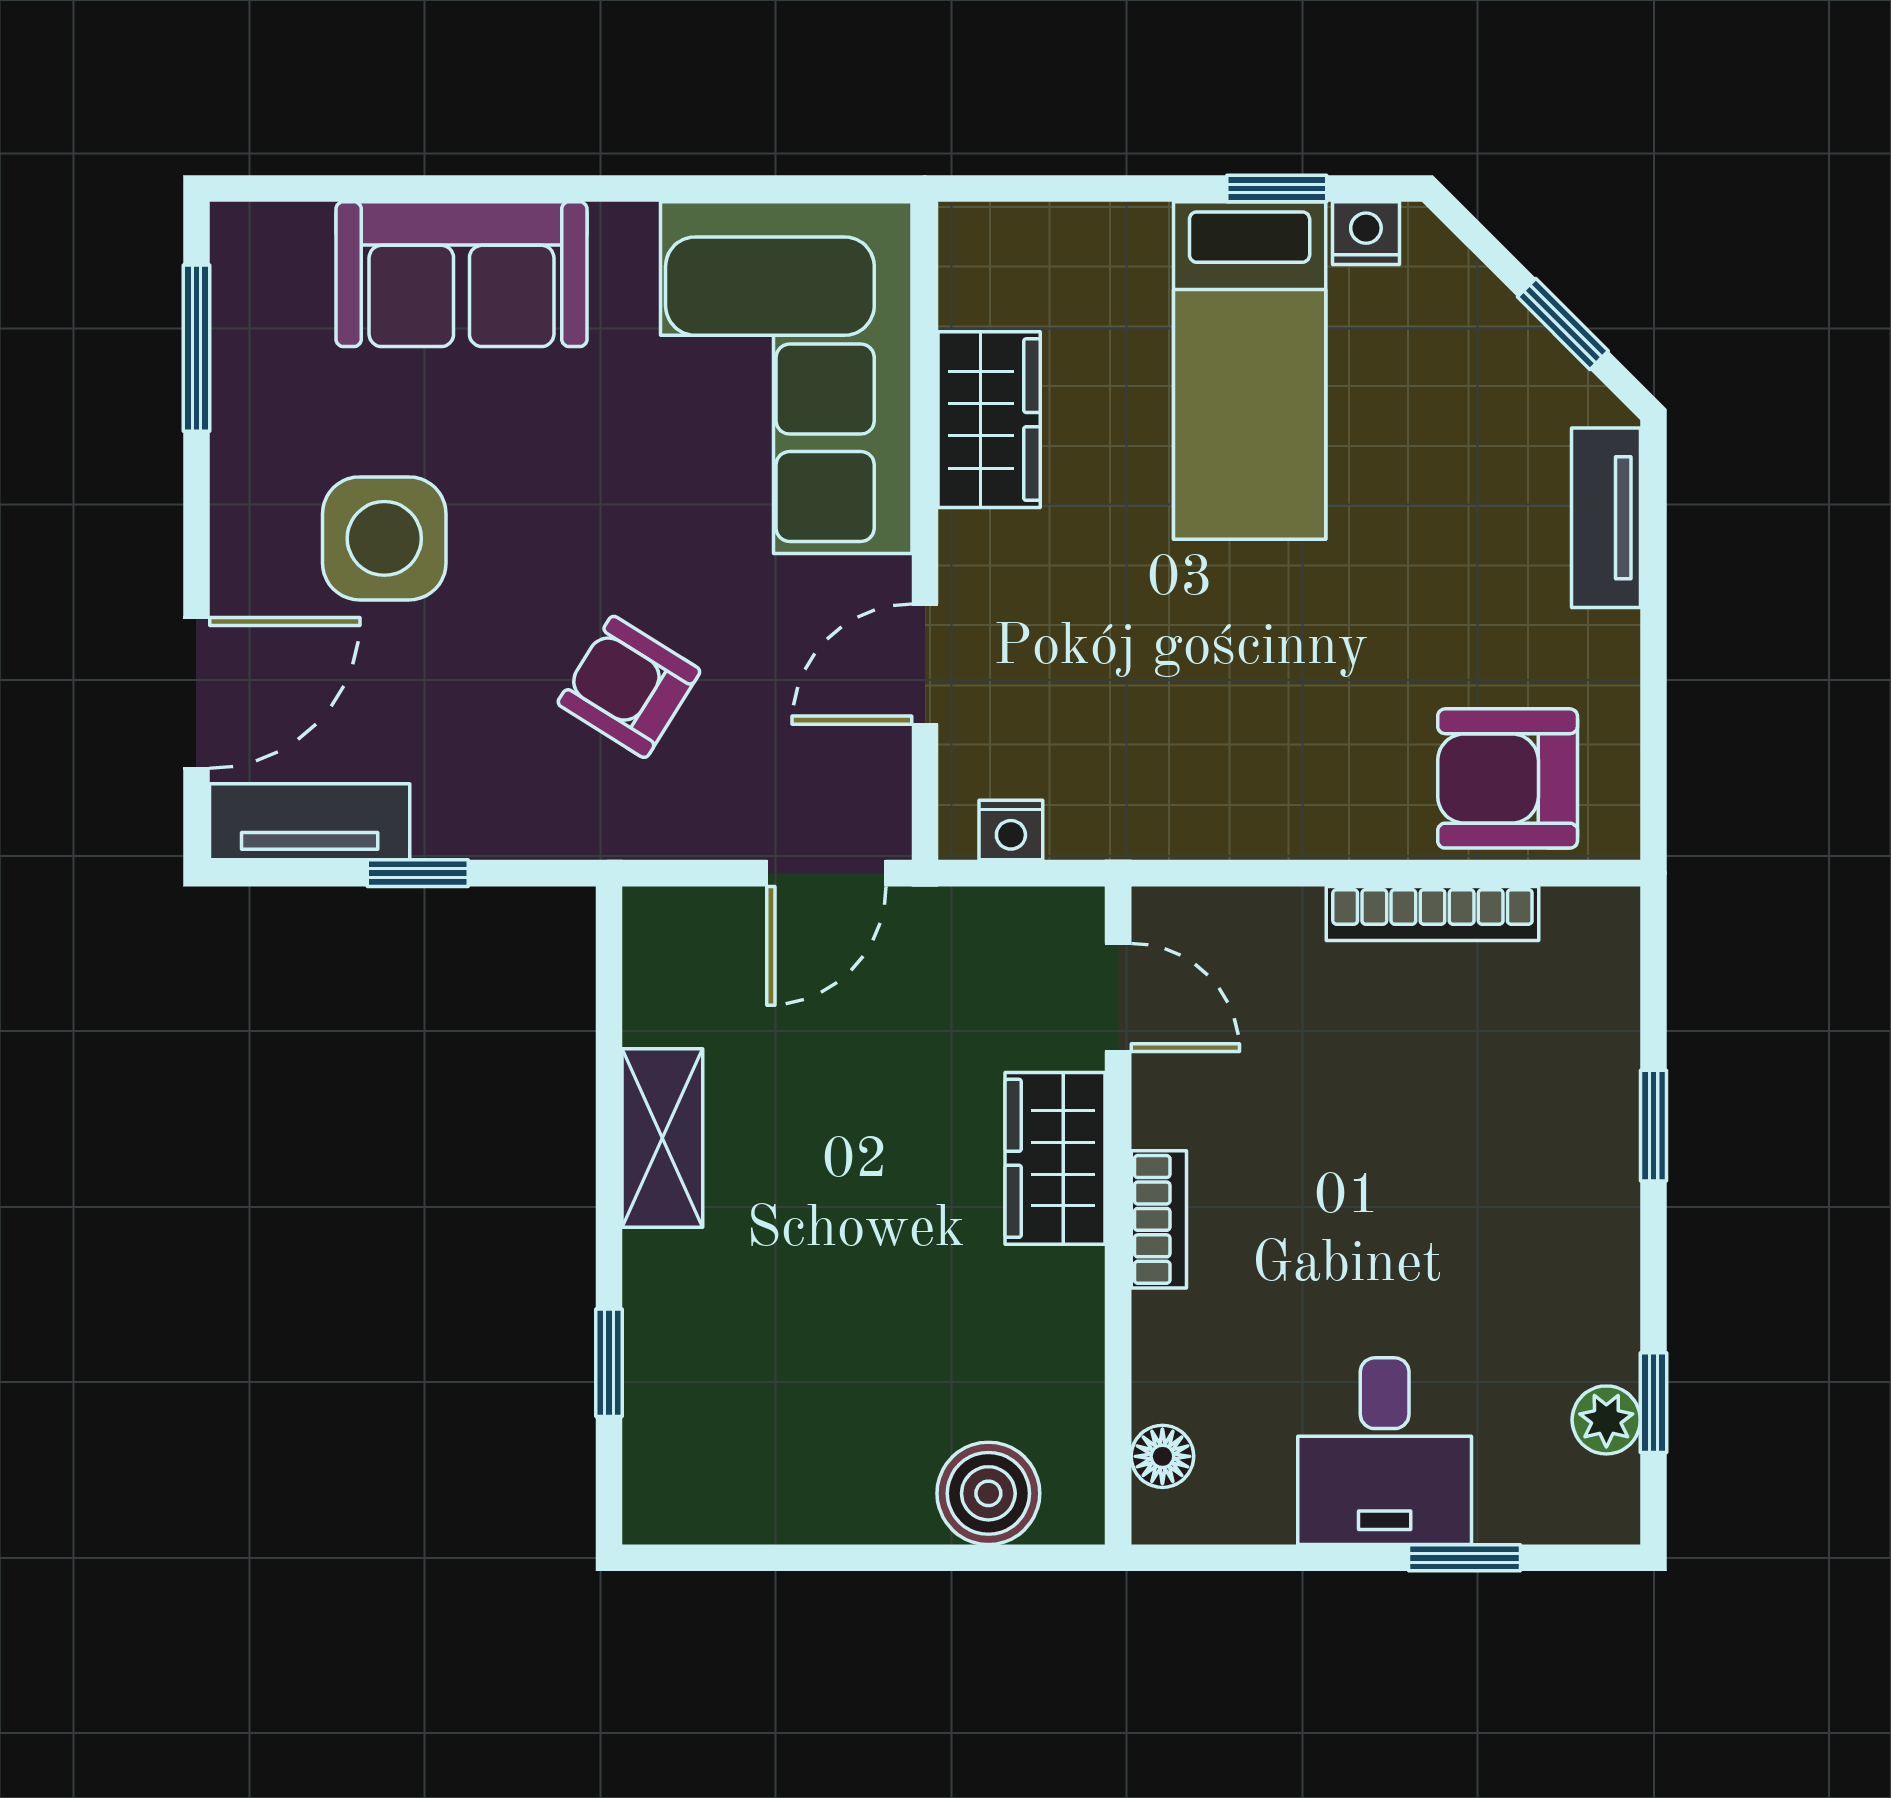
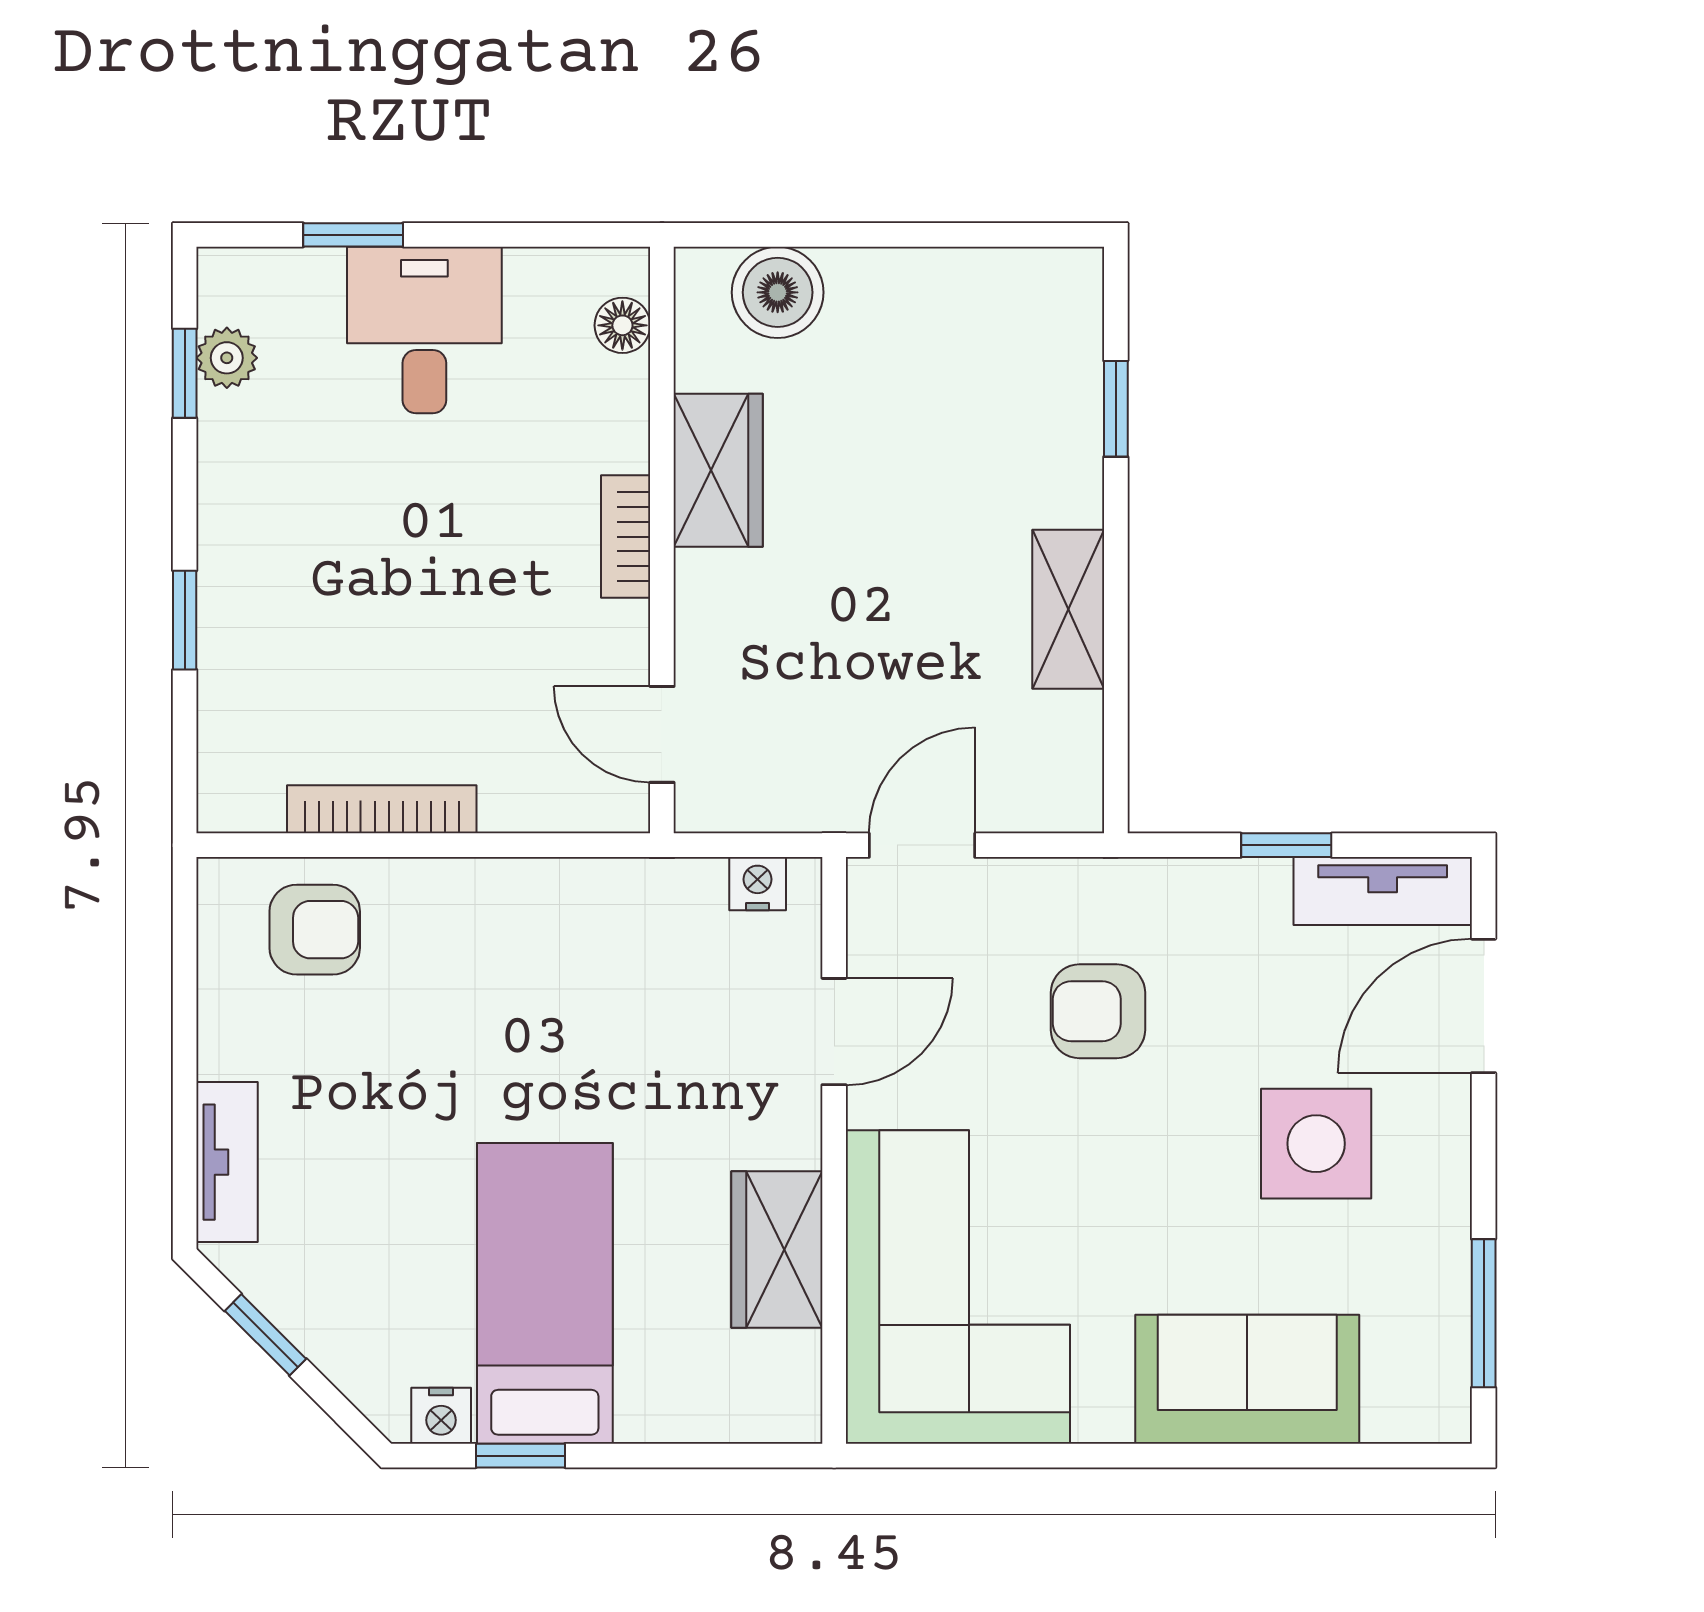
armchair: (629, 687) -> (1098, 1011), turned 148
armchair: (1508, 778) -> (315, 930), width x0.72, depth x0.72
wardrobe: (1055, 1158) -> (718, 470), moved

